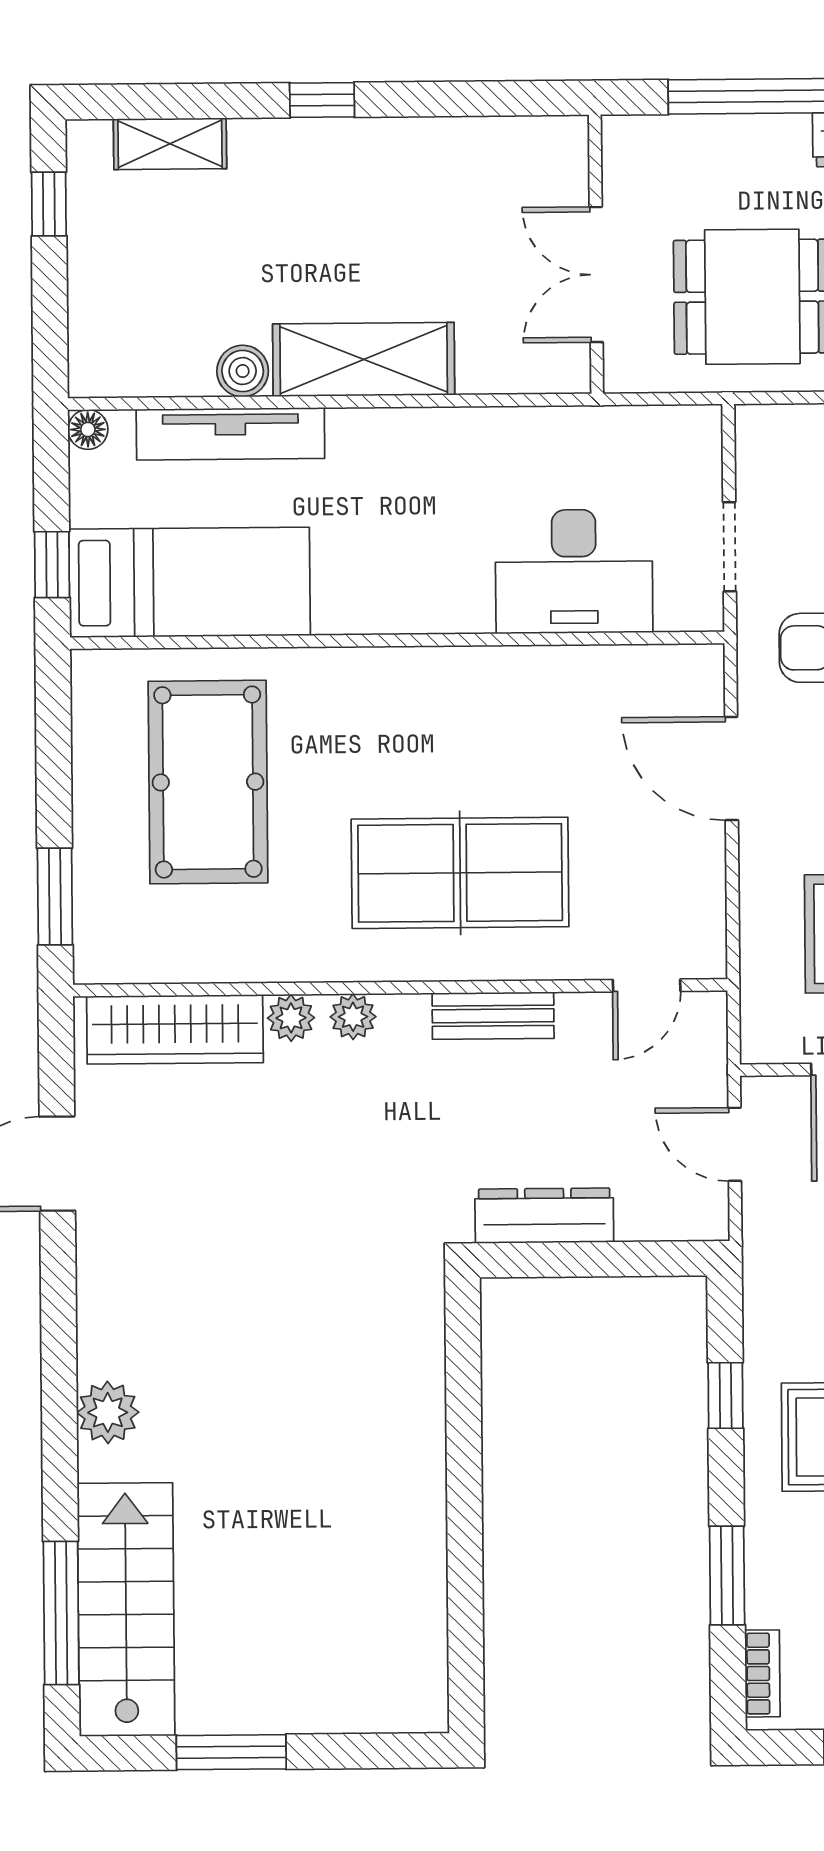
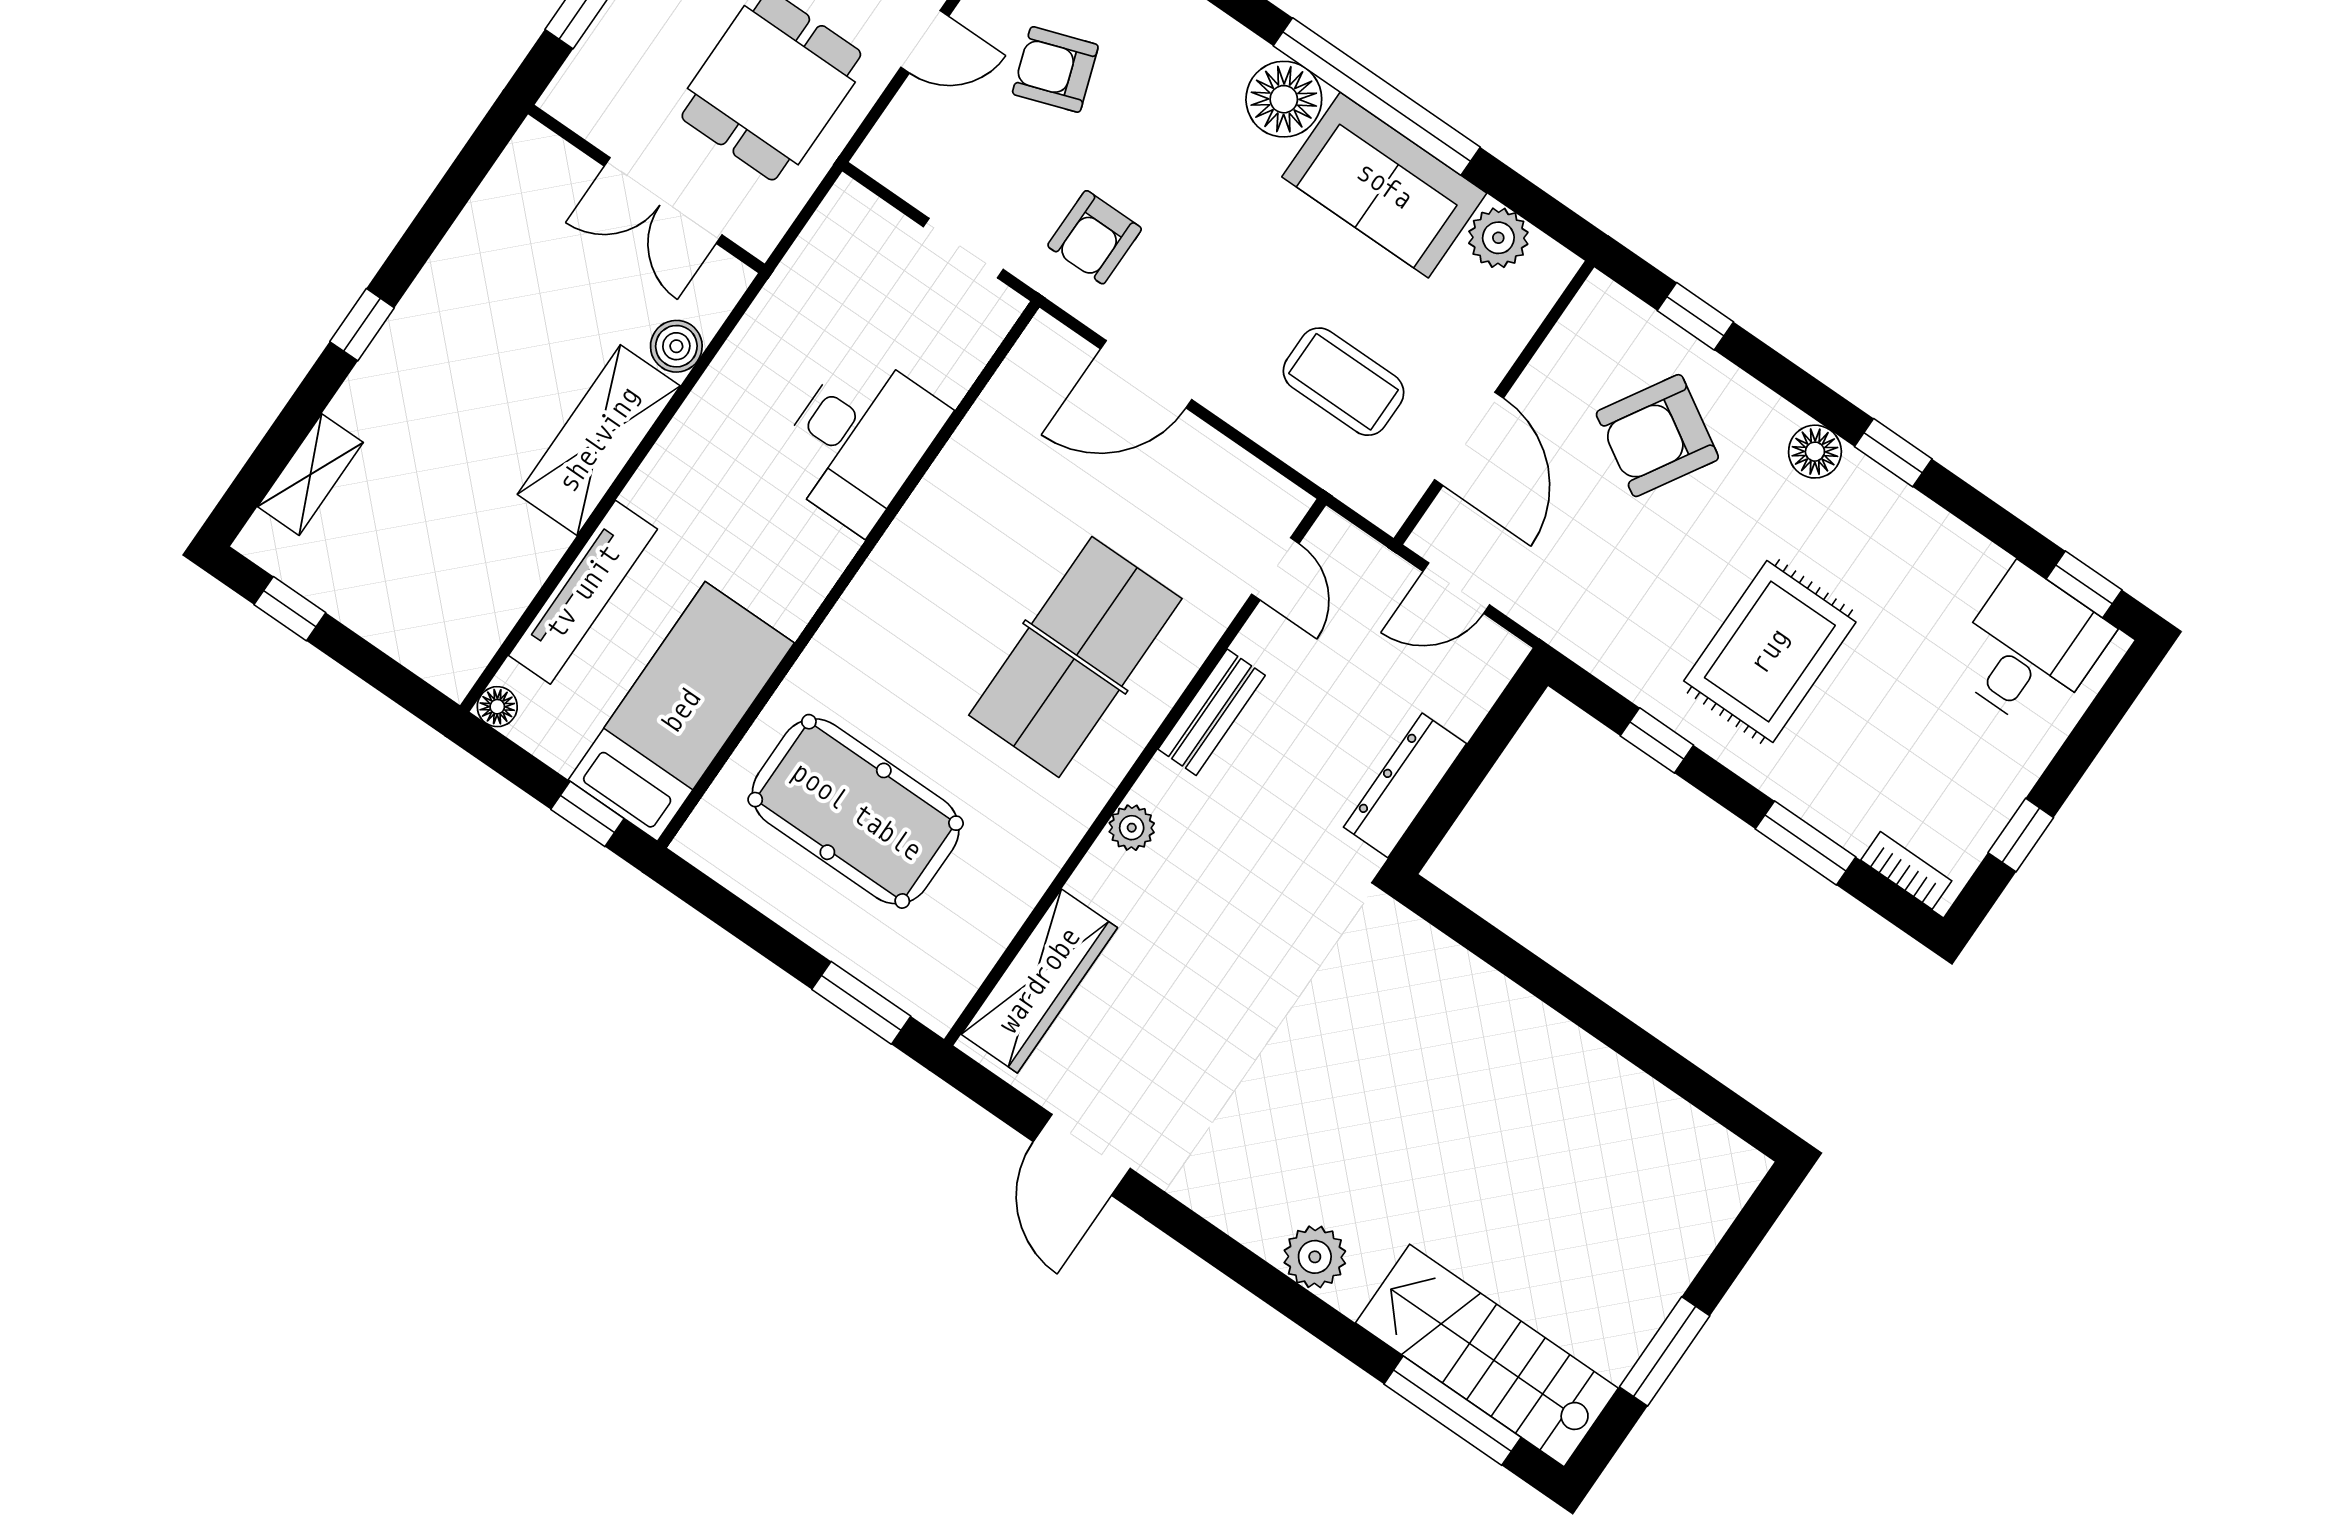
boiler: (243, 371) -> (676, 346), moved
desk: (574, 571) -> (859, 440), moved
plant: (291, 1018) -> (1097, 879), removed

